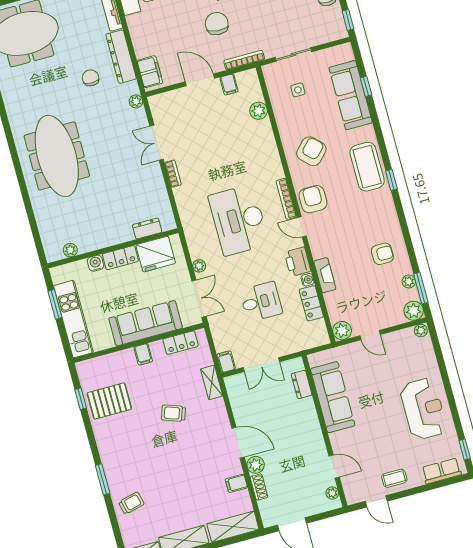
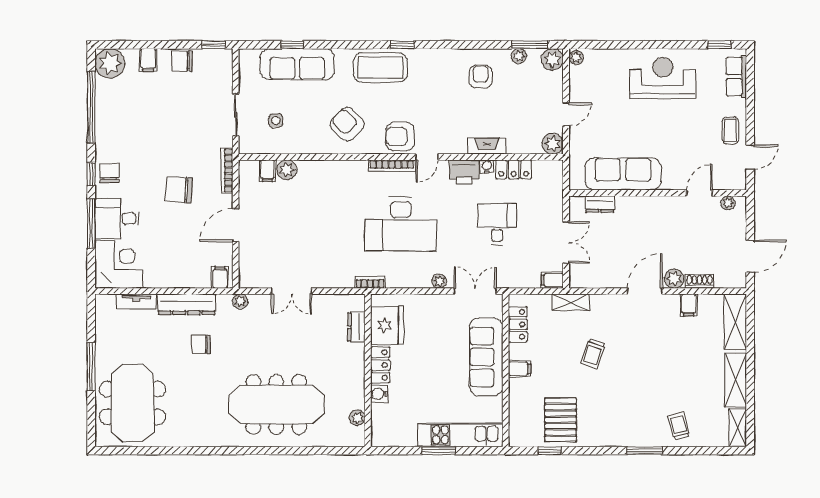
filing cabinet: (150, 72) -> (220, 277), width x0.50
filing cabinet: (229, 84) -> (267, 171), moved, turned 90
bookcase: (173, 174) -> (370, 282), moved
dresser: (147, 228) -> (356, 327), moved
wall: (113, 248) -> (368, 370), moved
plant: (70, 250) -> (357, 418), moved
fridge: (156, 254) -> (387, 325), moved
locker: (120, 258) -> (380, 365), moved
water cooler: (96, 263) -> (379, 394), moved

